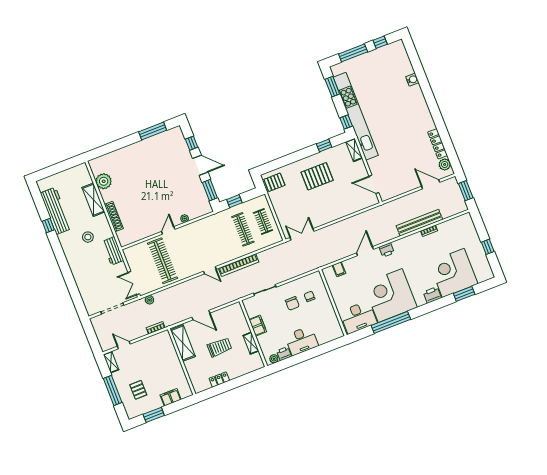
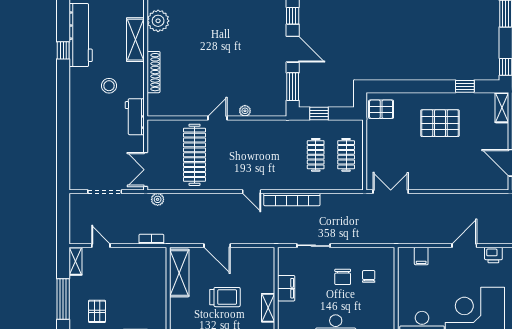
clothes rail: (243, 229) -> (316, 155), width x0.73

